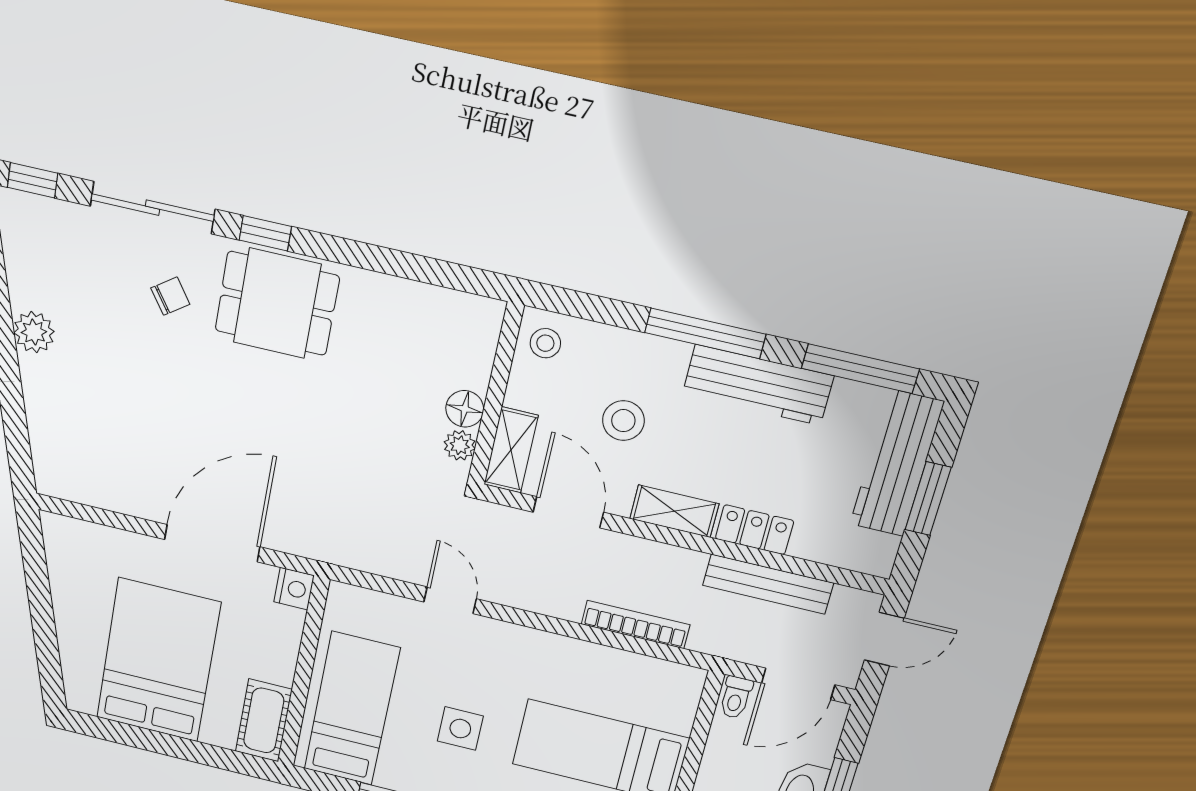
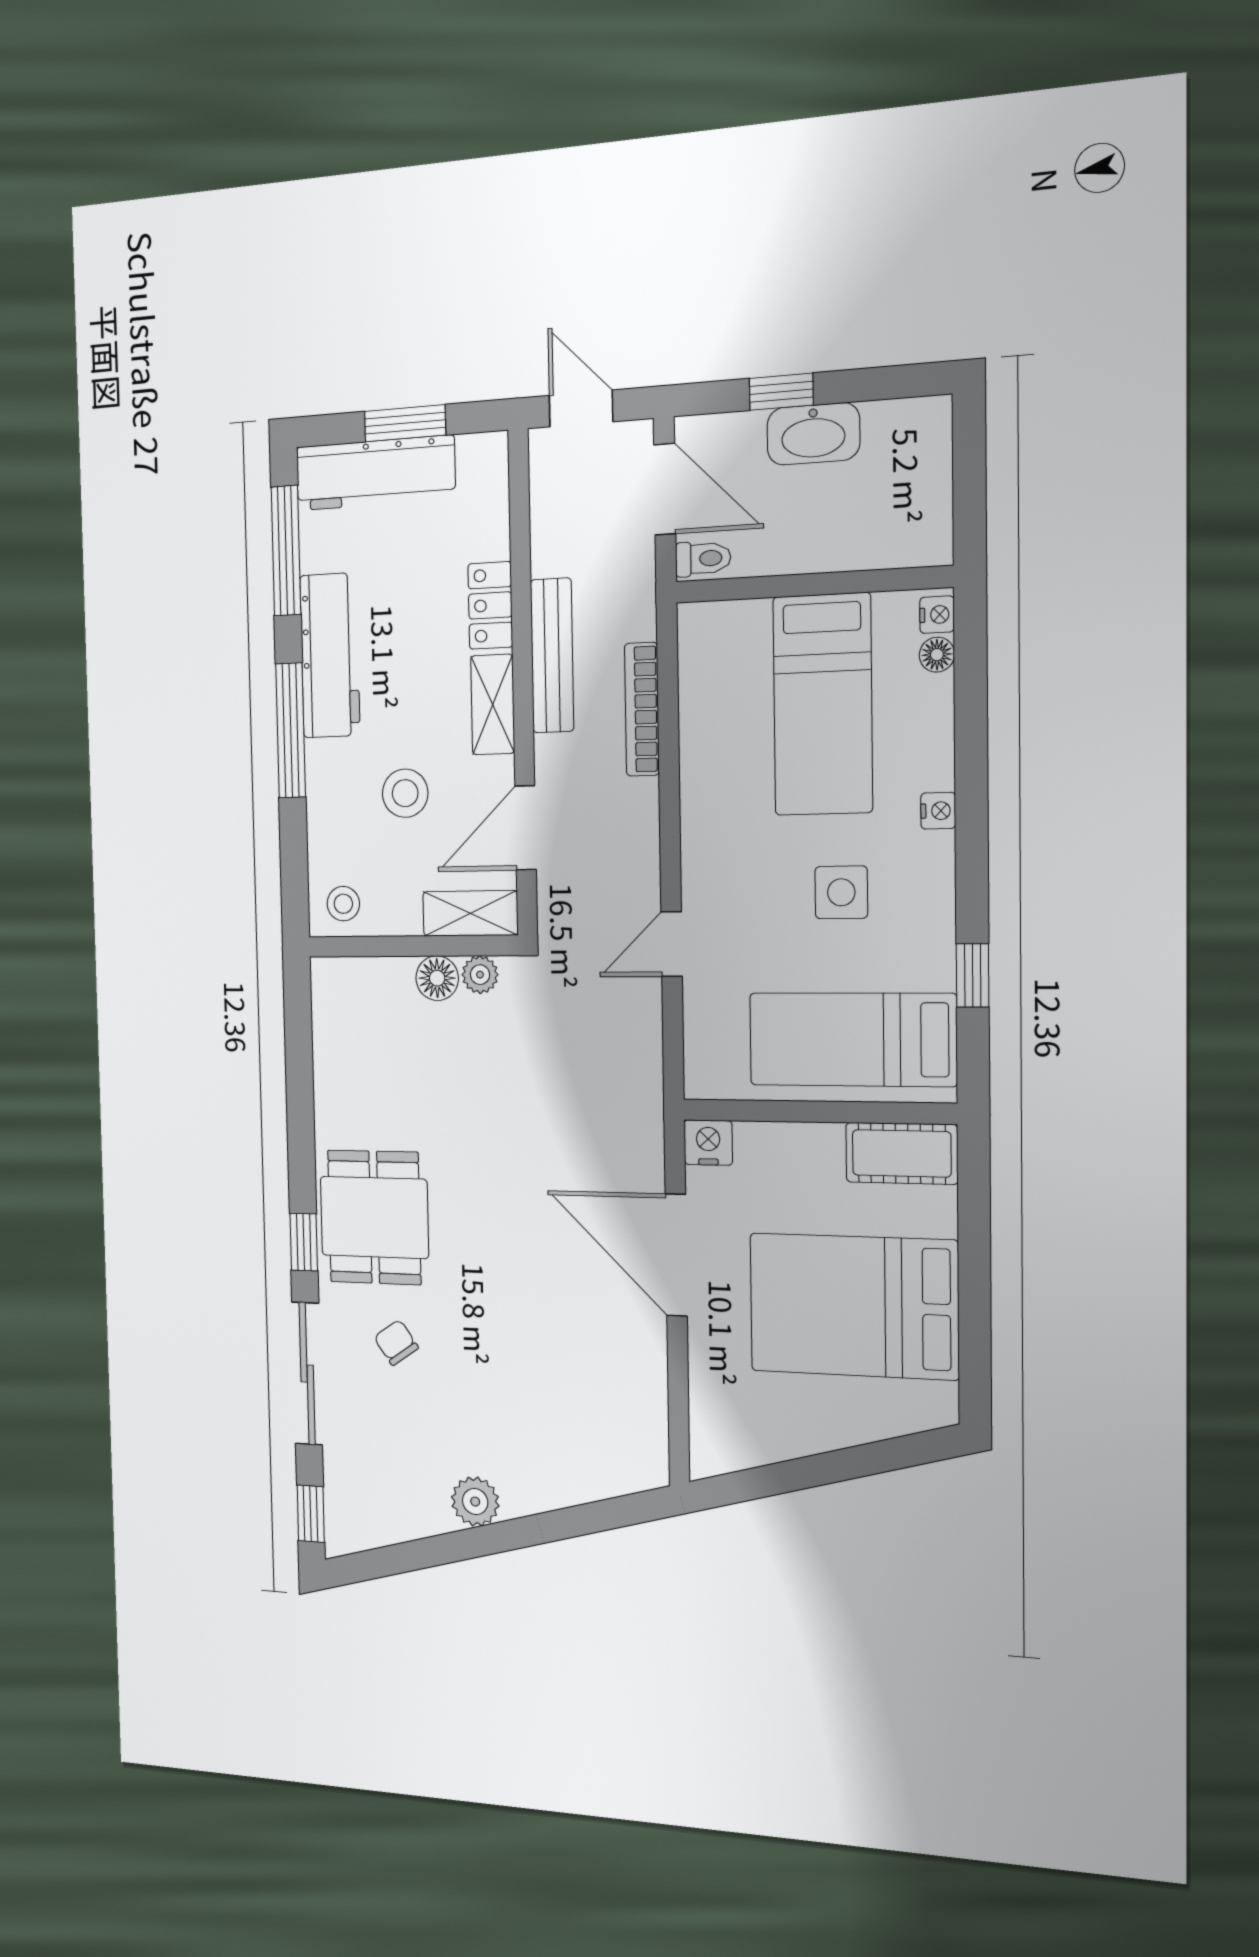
bench: (768, 584) -> (552, 656), moved

